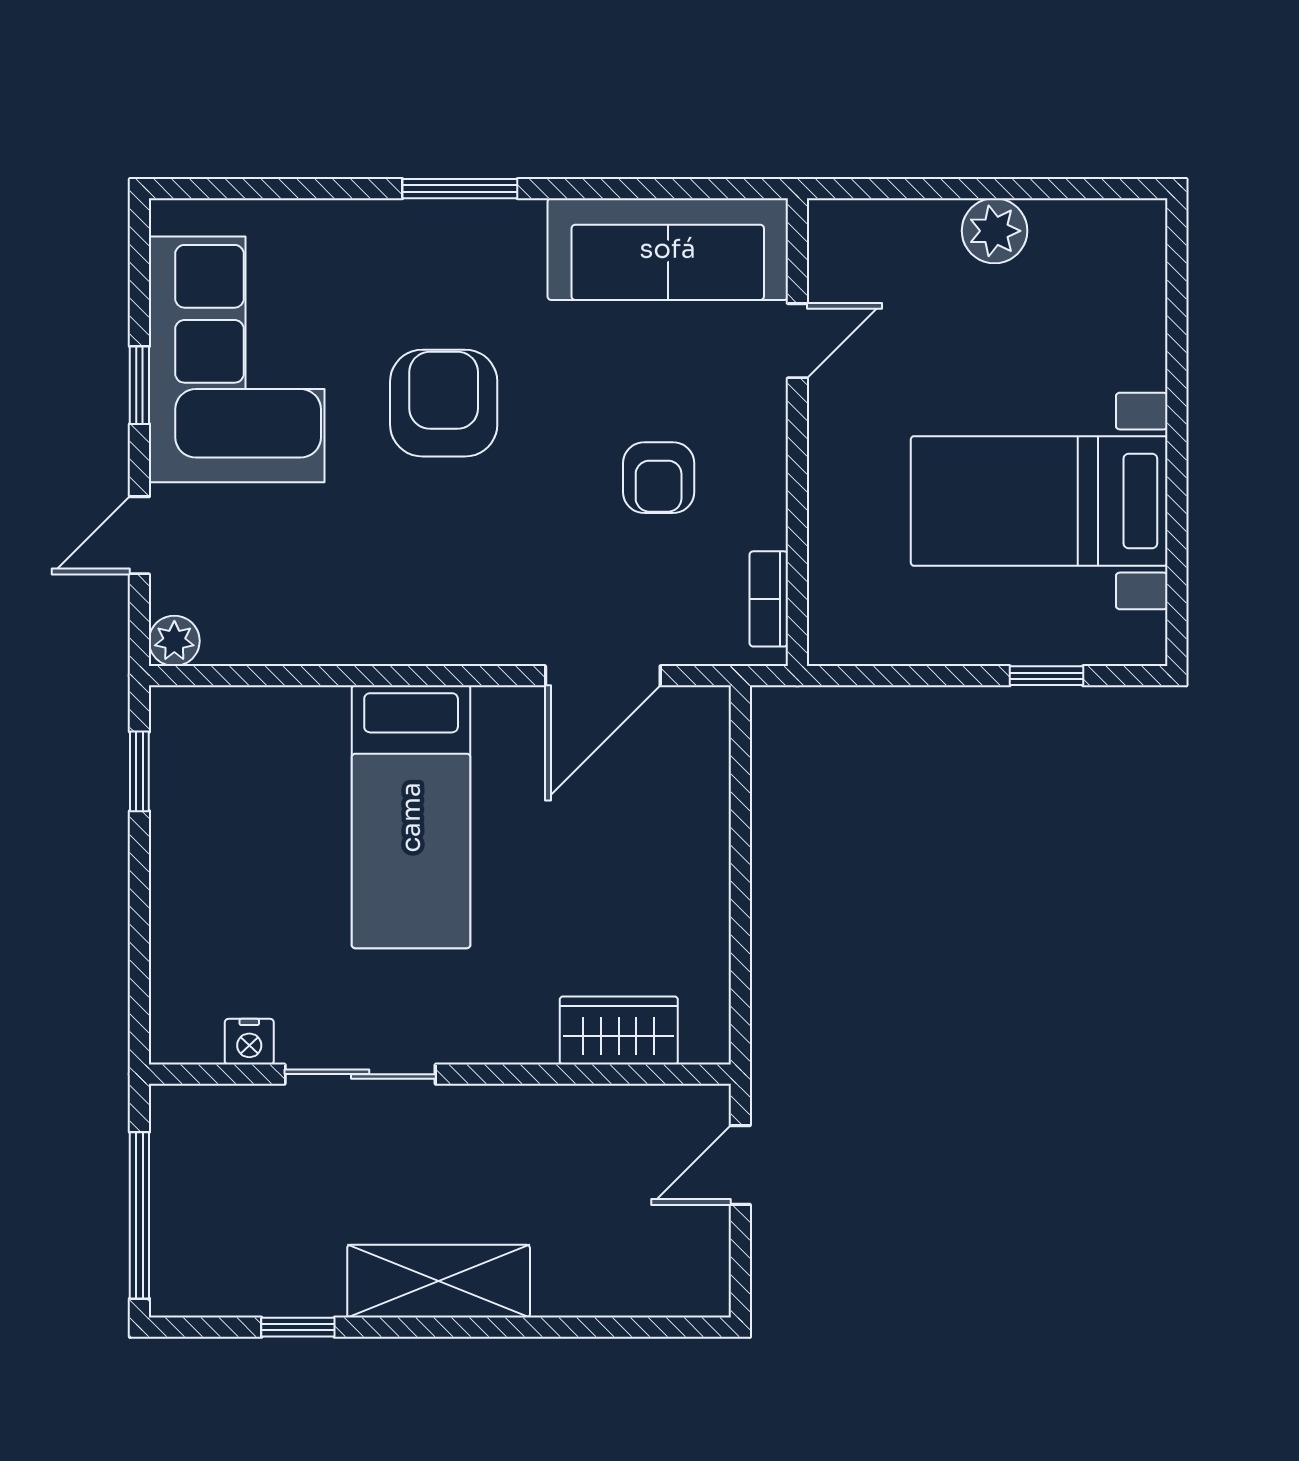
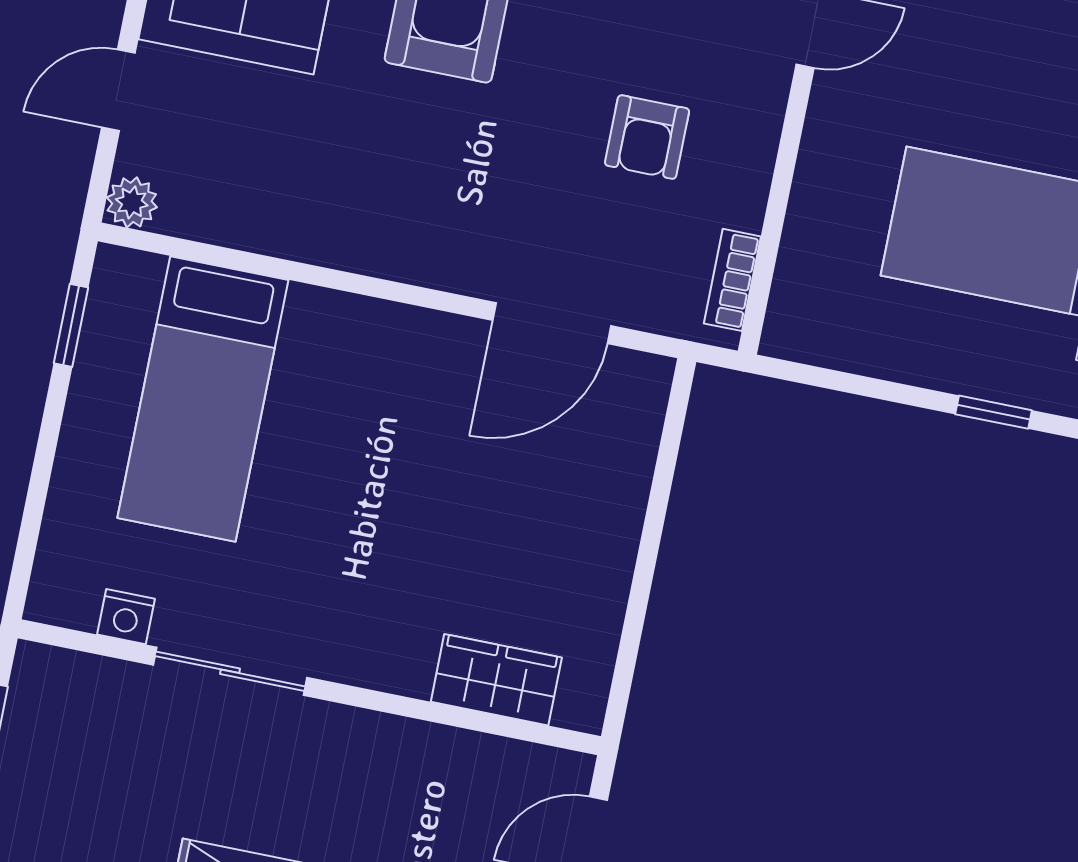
bed: (411, 817) -> (203, 399), moved

